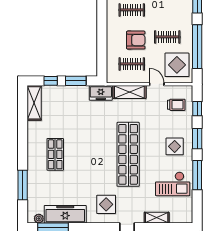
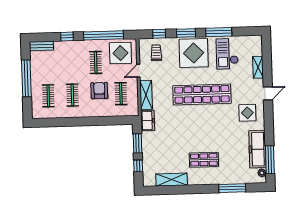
shelving: (34, 103) -> (172, 180), moved
display table: (175, 146) -> (194, 53), width x1.86, depth x1.86
checkout: (173, 184) -> (227, 54), turned 180

